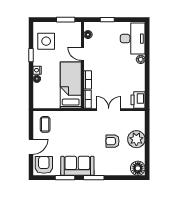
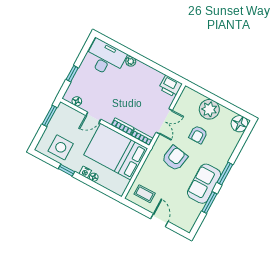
bed: (71, 85) -> (116, 152), width x1.50
double door: (109, 110) -> (164, 121), swing flipped
armchair: (44, 165) -> (175, 158), moved, turned 100

